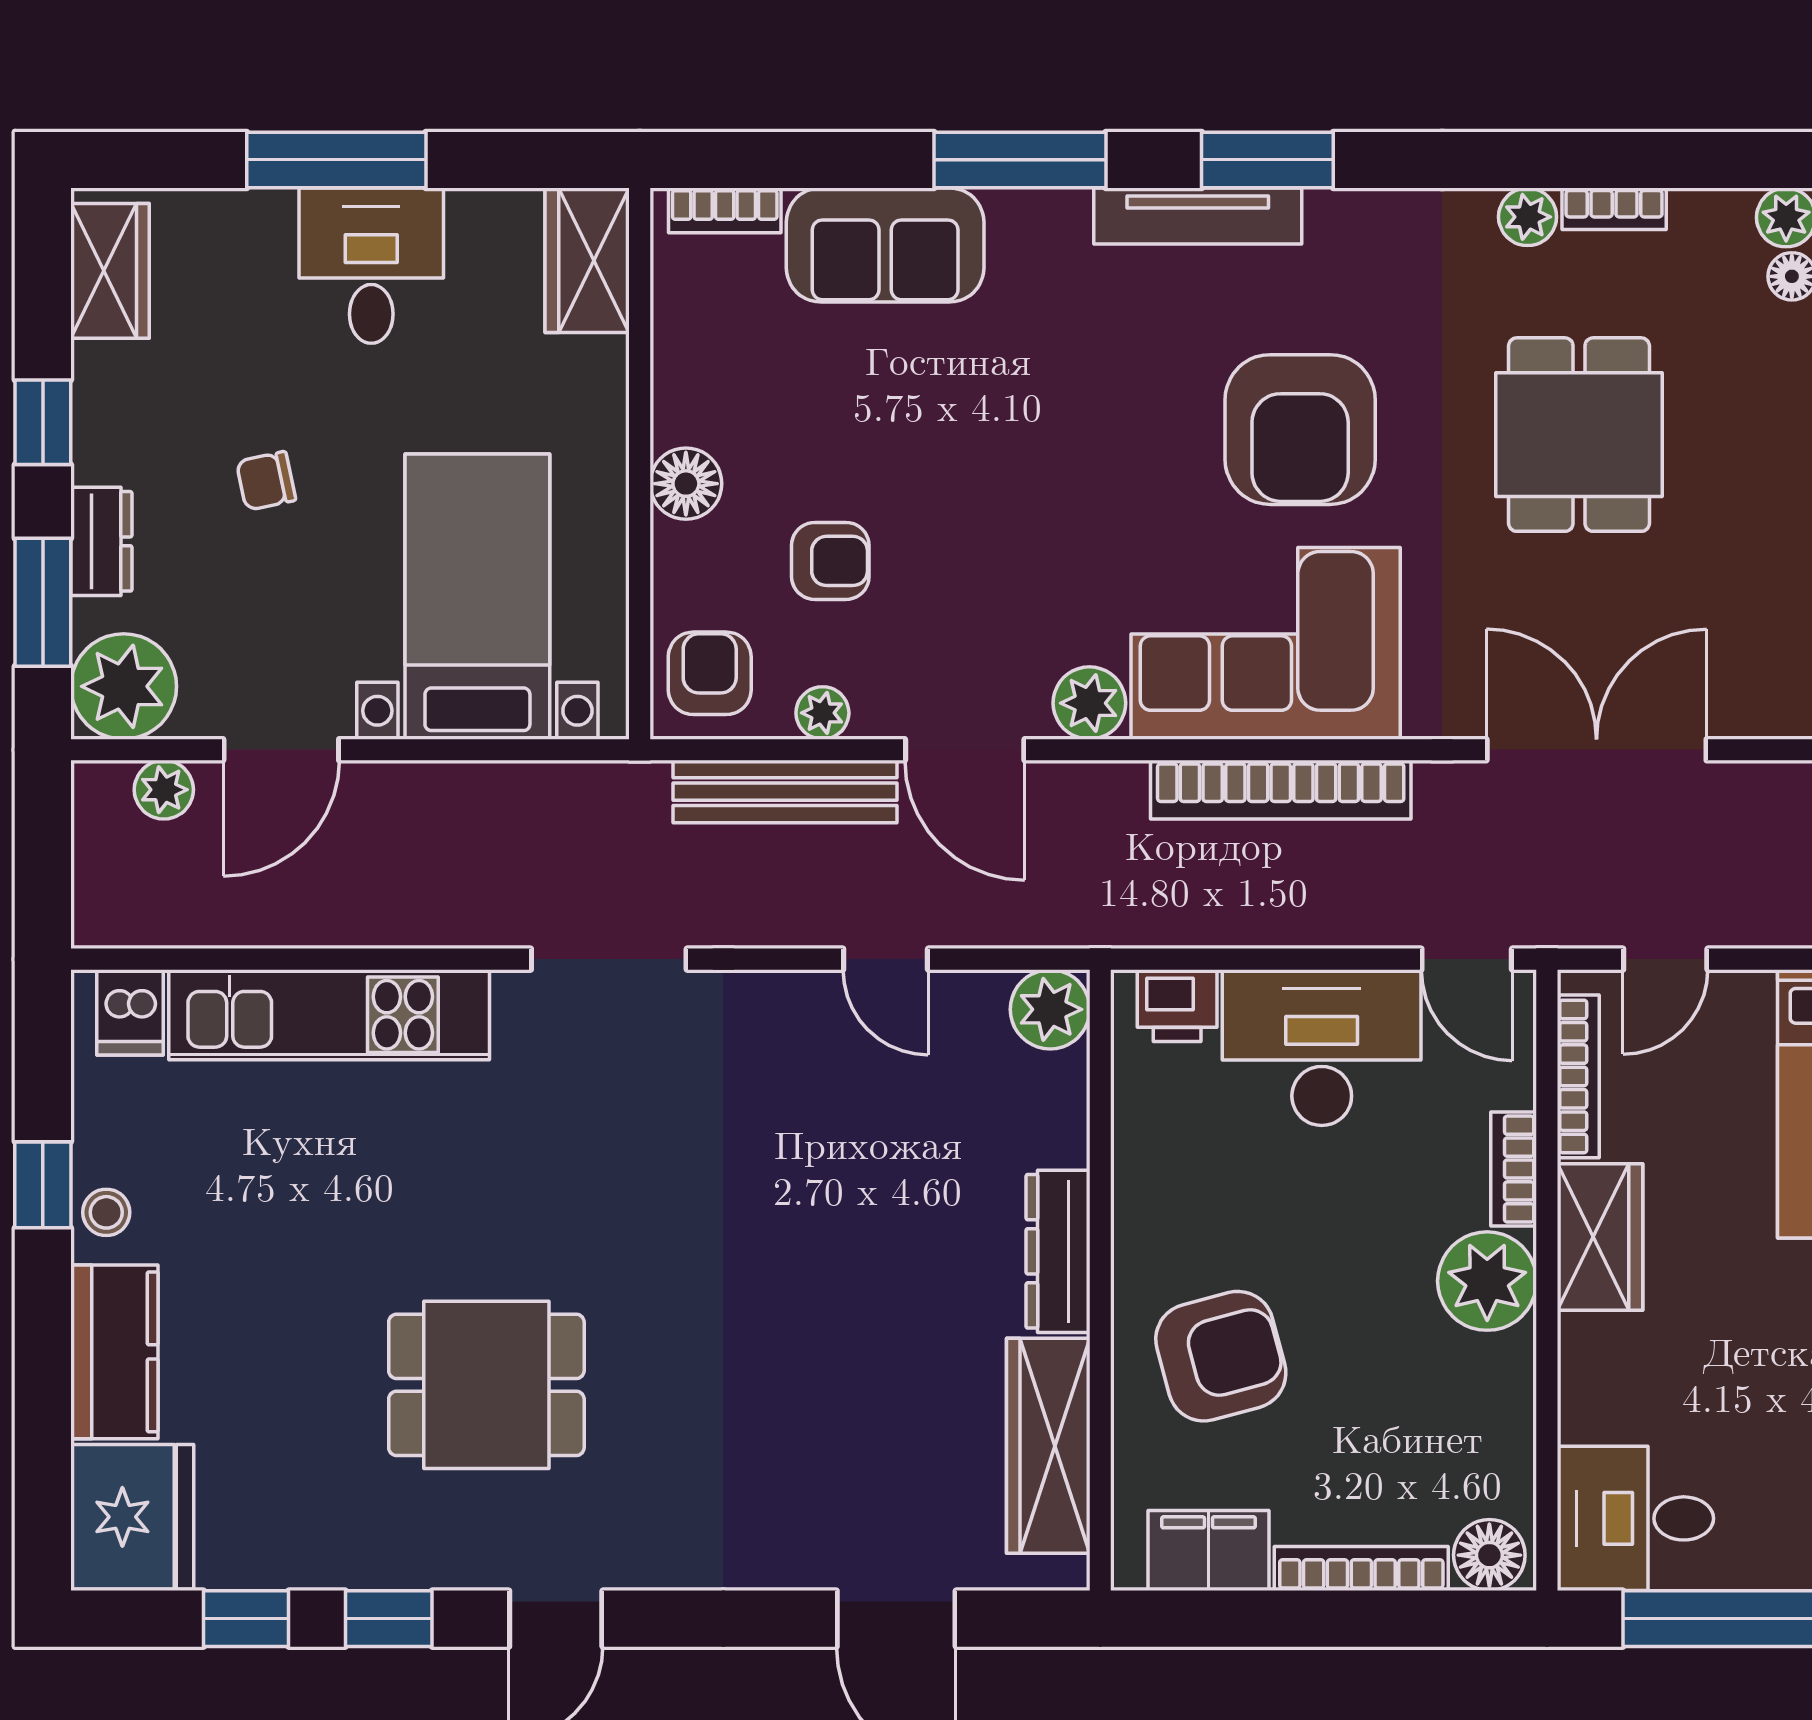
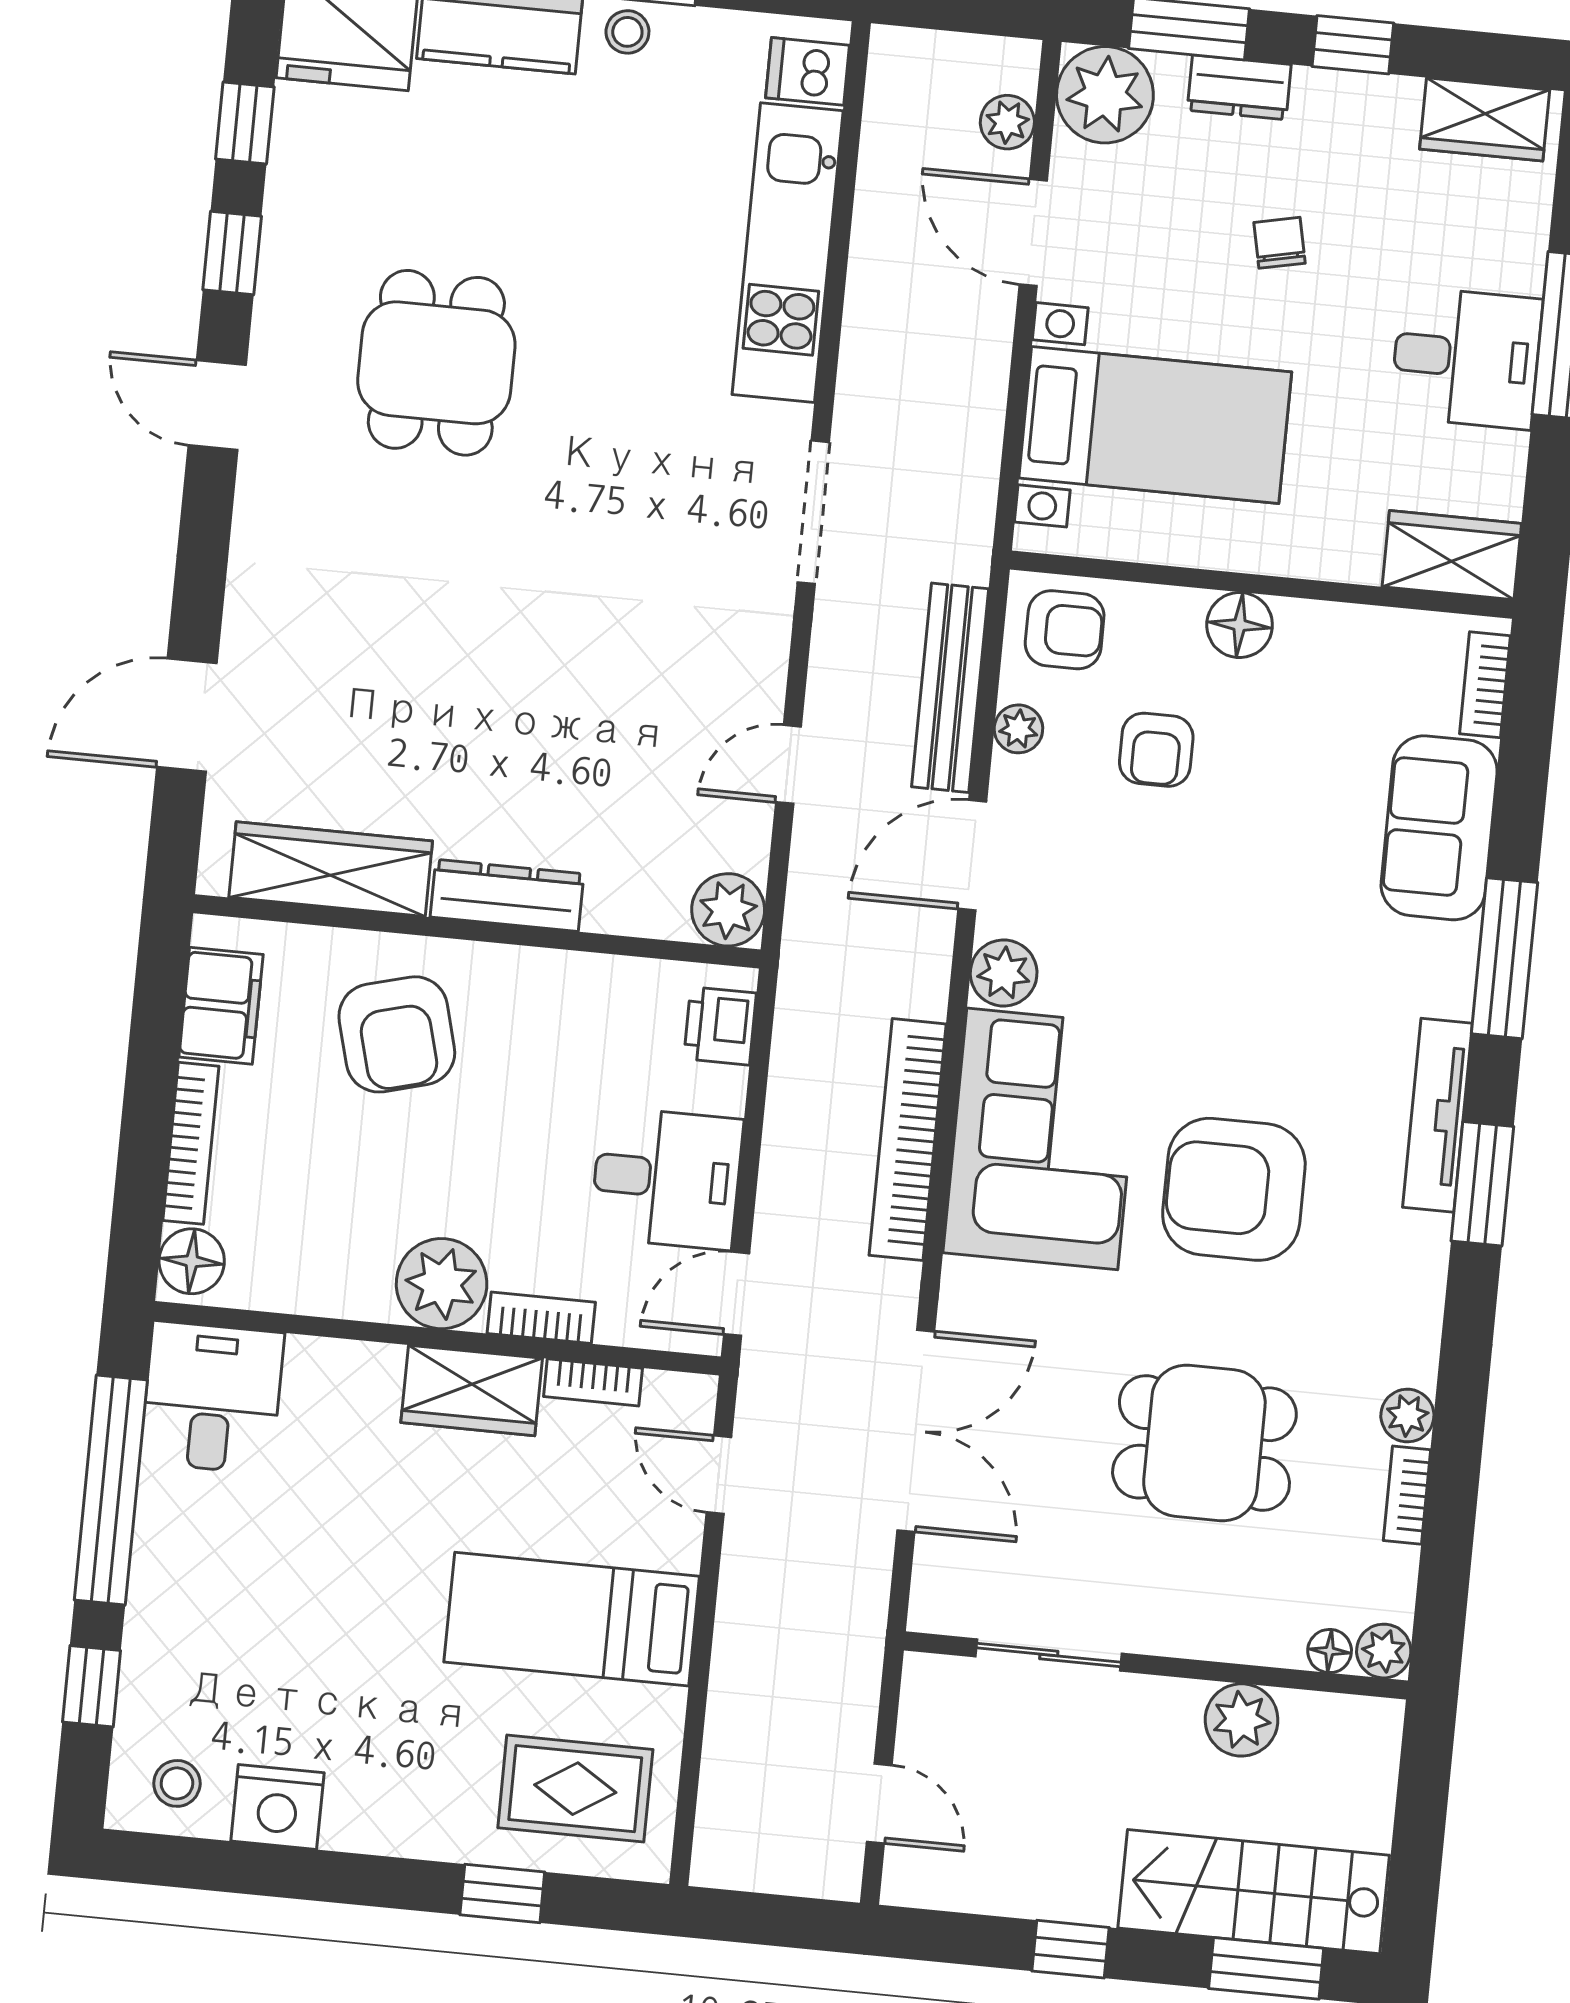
desk: (1322, 1048) -> (667, 1178), width x0.73
bookcase: (1578, 1076) -> (593, 1382), width x0.64

